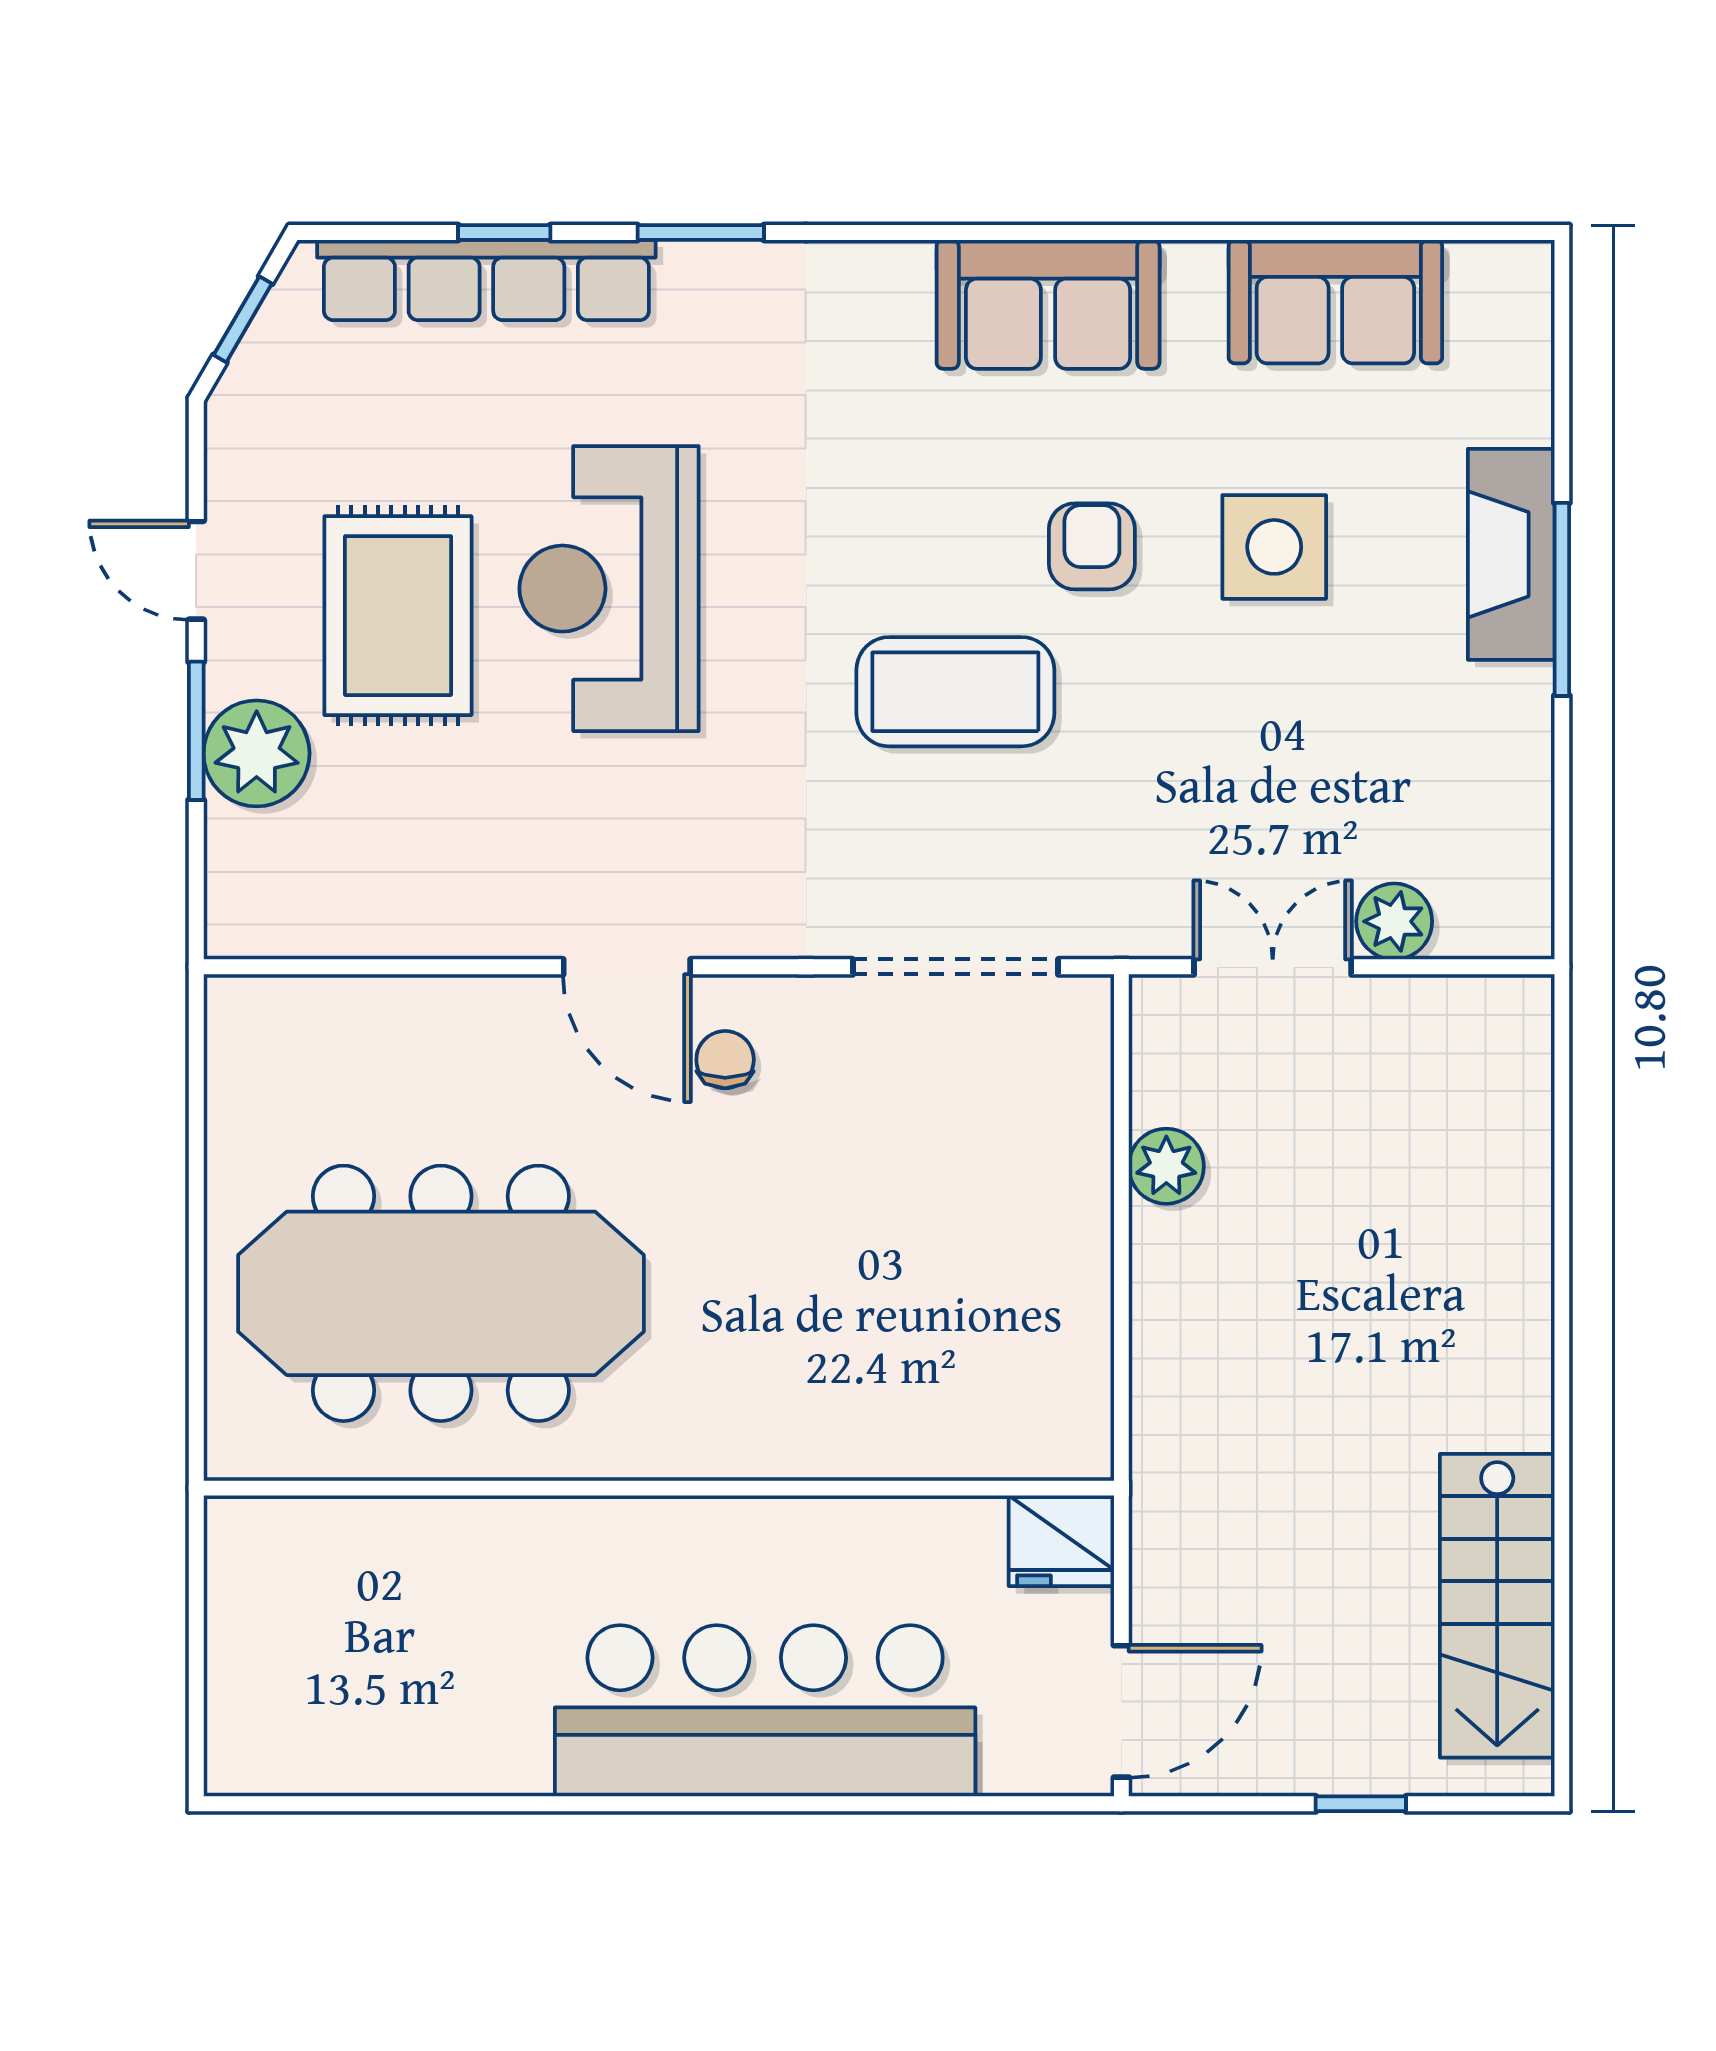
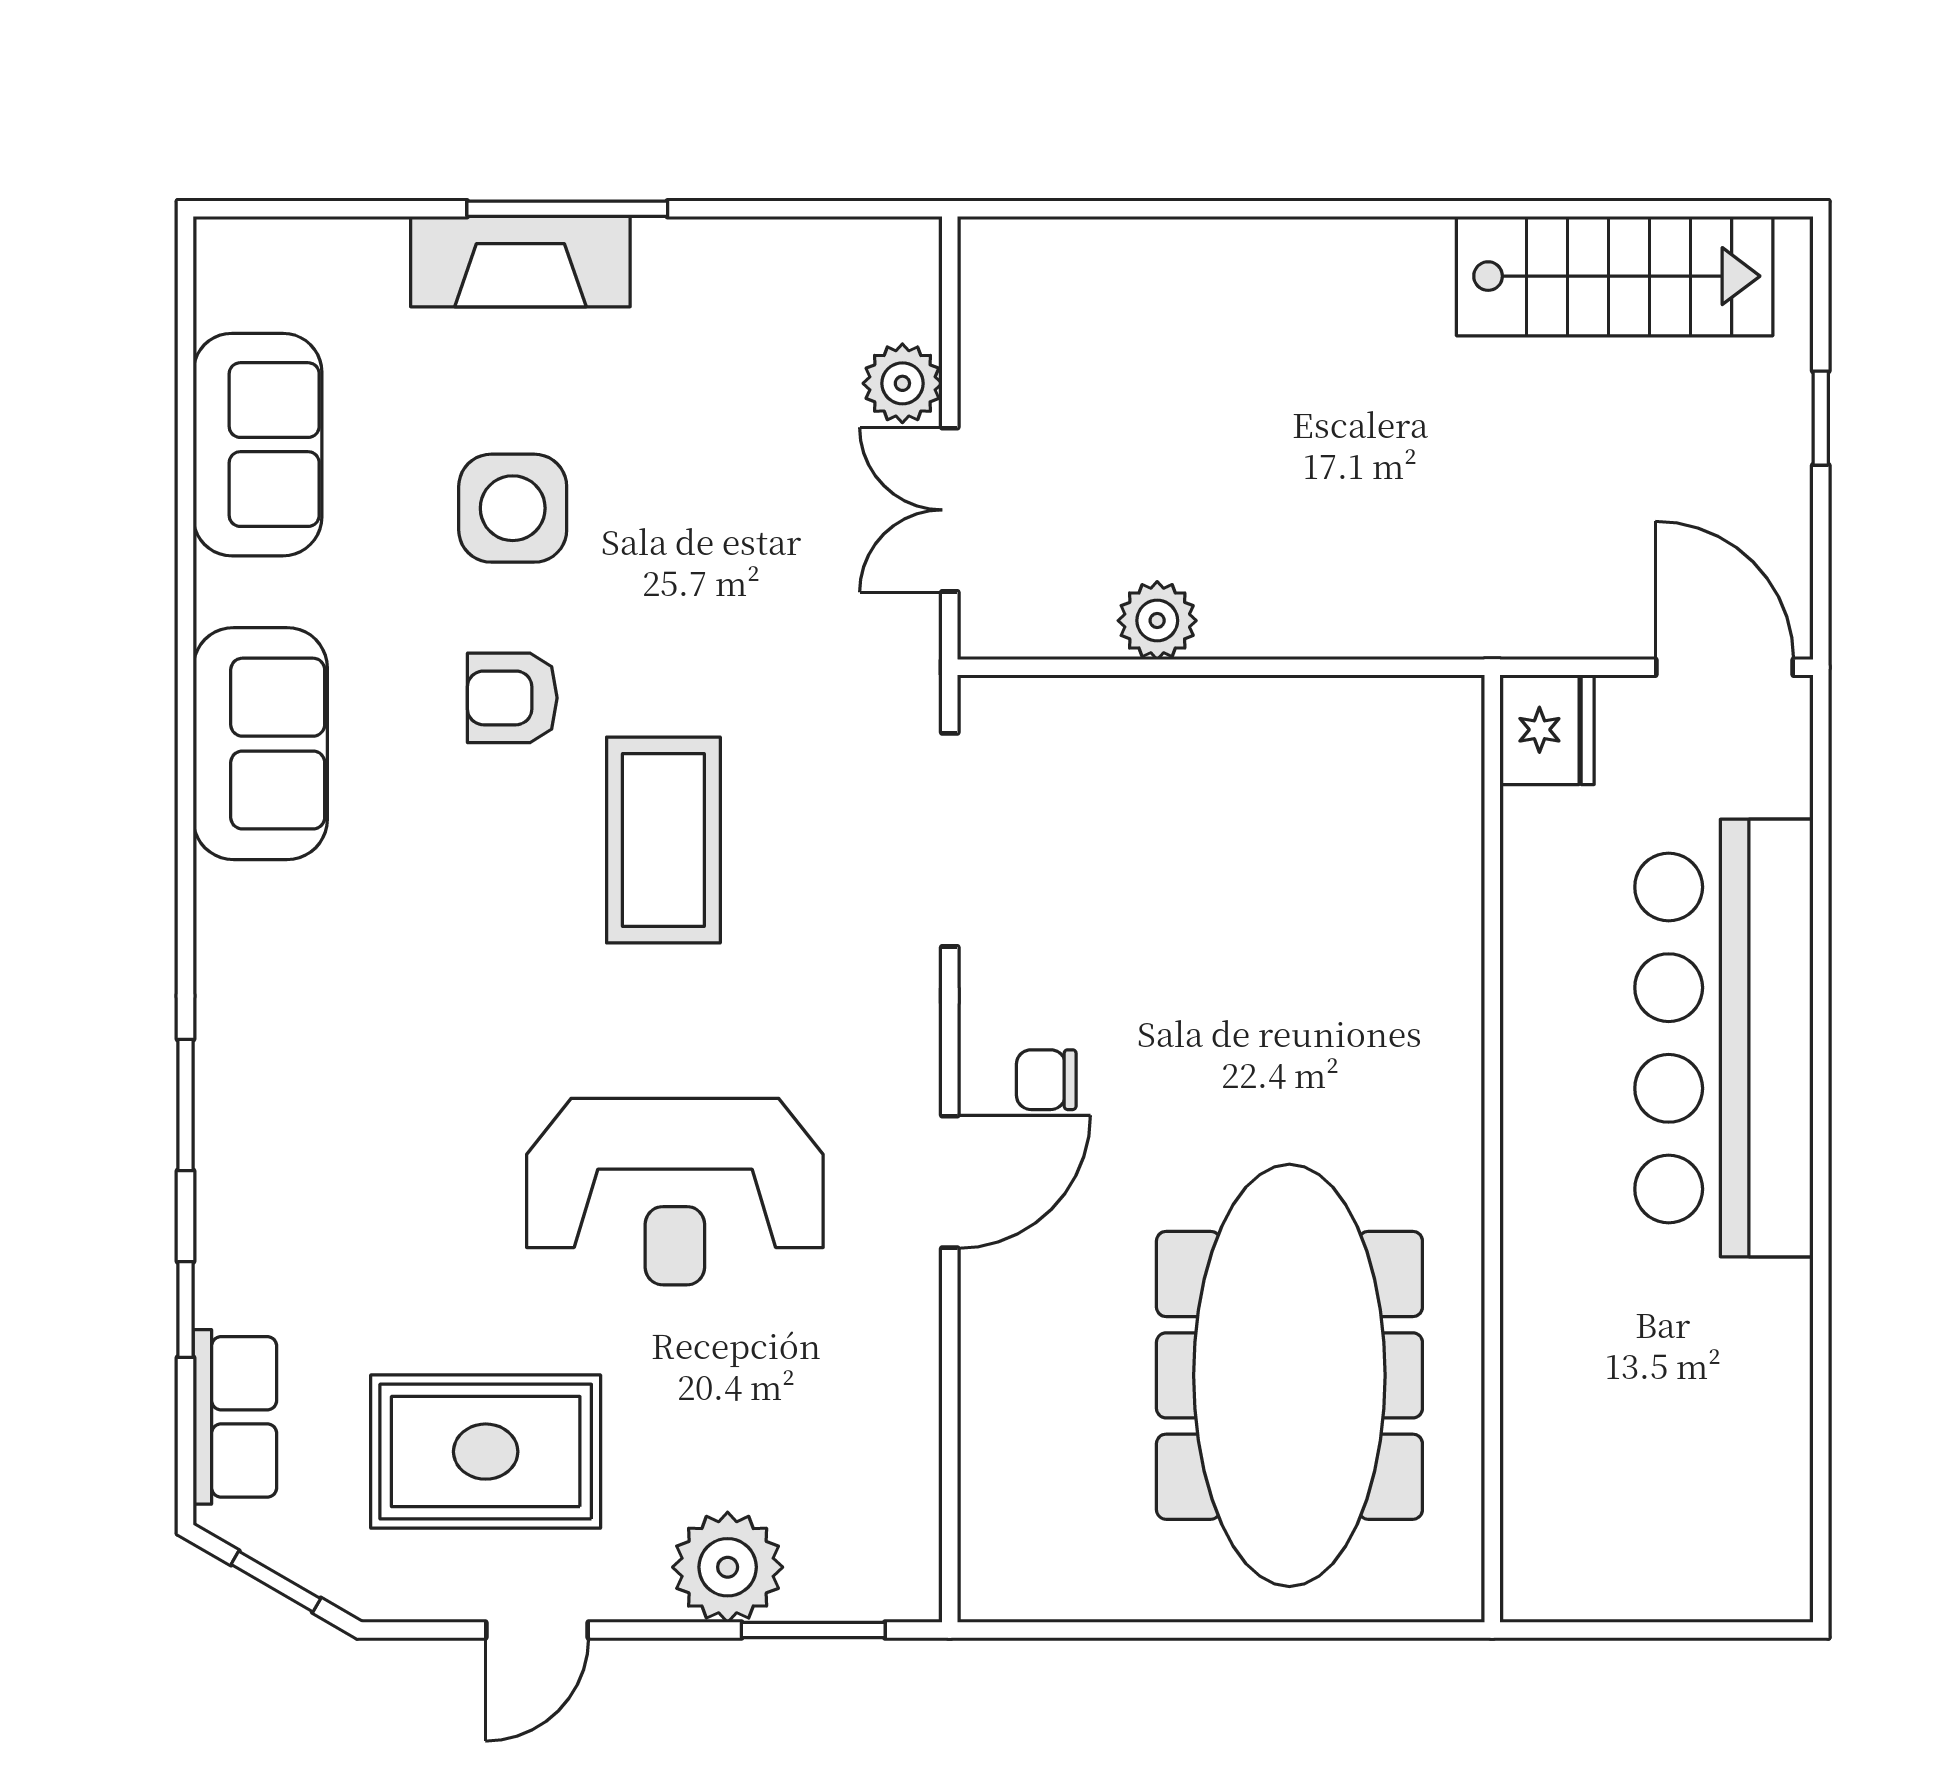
row of seats: (486, 280) -> (235, 1417), width x0.50
reception desk: (609, 589) -> (675, 1192), moved
rug: (398, 616) -> (486, 1452), moved
window: (196, 731) -> (813, 1630), moved

